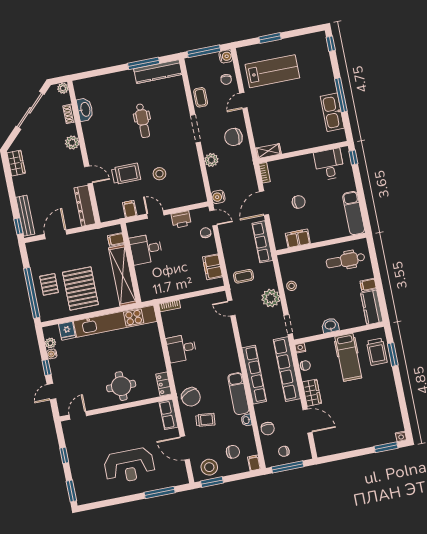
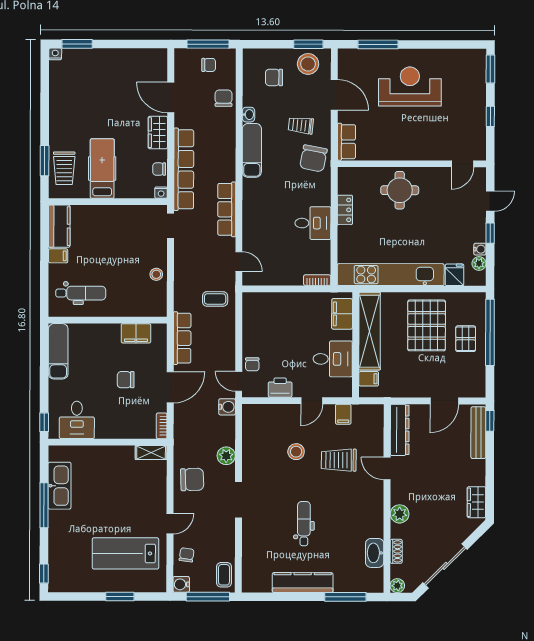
window: (144, 63) -> (345, 597), moved
kitchen counter: (158, 72) -> (303, 583), moved
coffee table: (201, 97) -> (224, 575), moved
door: (155, 214) -> (312, 401), hinge flipped
filing cabinet: (212, 267) -> (342, 314), moved, turned 180
plant: (271, 298) -> (186, 264), removed
washbasin: (330, 325) -> (117, 214), removed
trolley: (377, 352) -> (64, 168), turned 180
row of seats: (254, 375) -> (227, 209), moved, width x0.73
locker: (164, 384) -> (345, 210), moved
chair: (191, 397) -> (313, 158), turned -146
filing cabinet: (254, 463) -> (250, 58), removed

